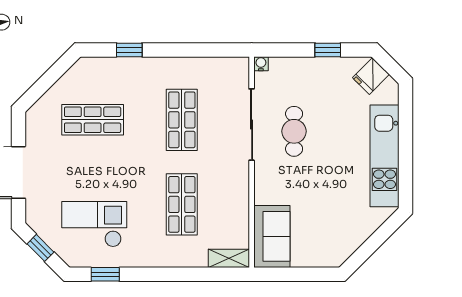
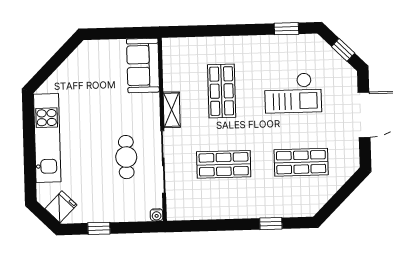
shop shelf: (182, 120) -> (224, 164), turned 90
checkout: (94, 224) -> (293, 93), moved
shelving: (229, 258) -> (172, 110), moved, turned 90

